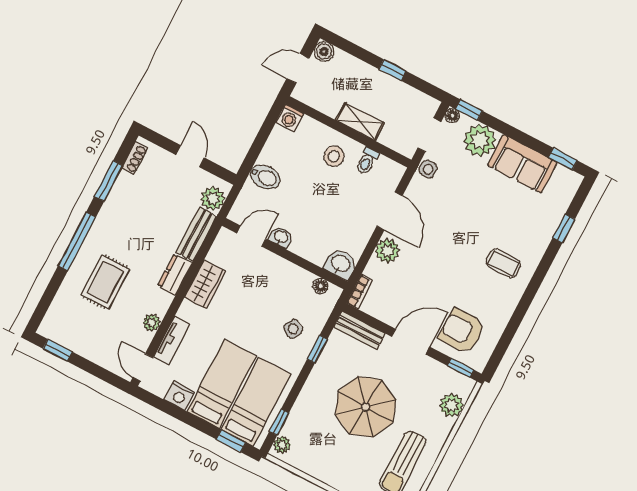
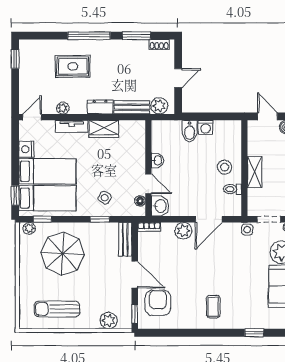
washing machine: (290, 118) -> (206, 127), moved, turned -90
door: (251, 236) -> (148, 184), moved
tv unit: (172, 341) -> (72, 126), moved
parasol: (366, 407) -> (62, 254), moved

